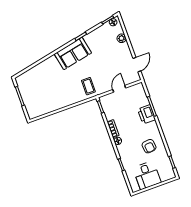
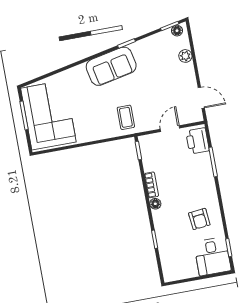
door: (137, 65) -> (201, 98), hinge flipped
corner sofa: (36, 93) -> (48, 115), added
printer: (146, 114) -> (197, 141), moved
desk: (147, 175) -> (212, 256), moved

